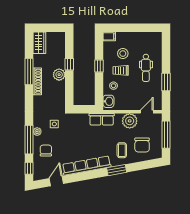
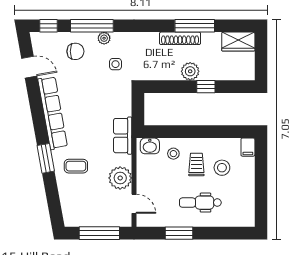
window: (99, 66) -> (203, 132), removed
chair: (142, 145) -> (84, 197), removed

